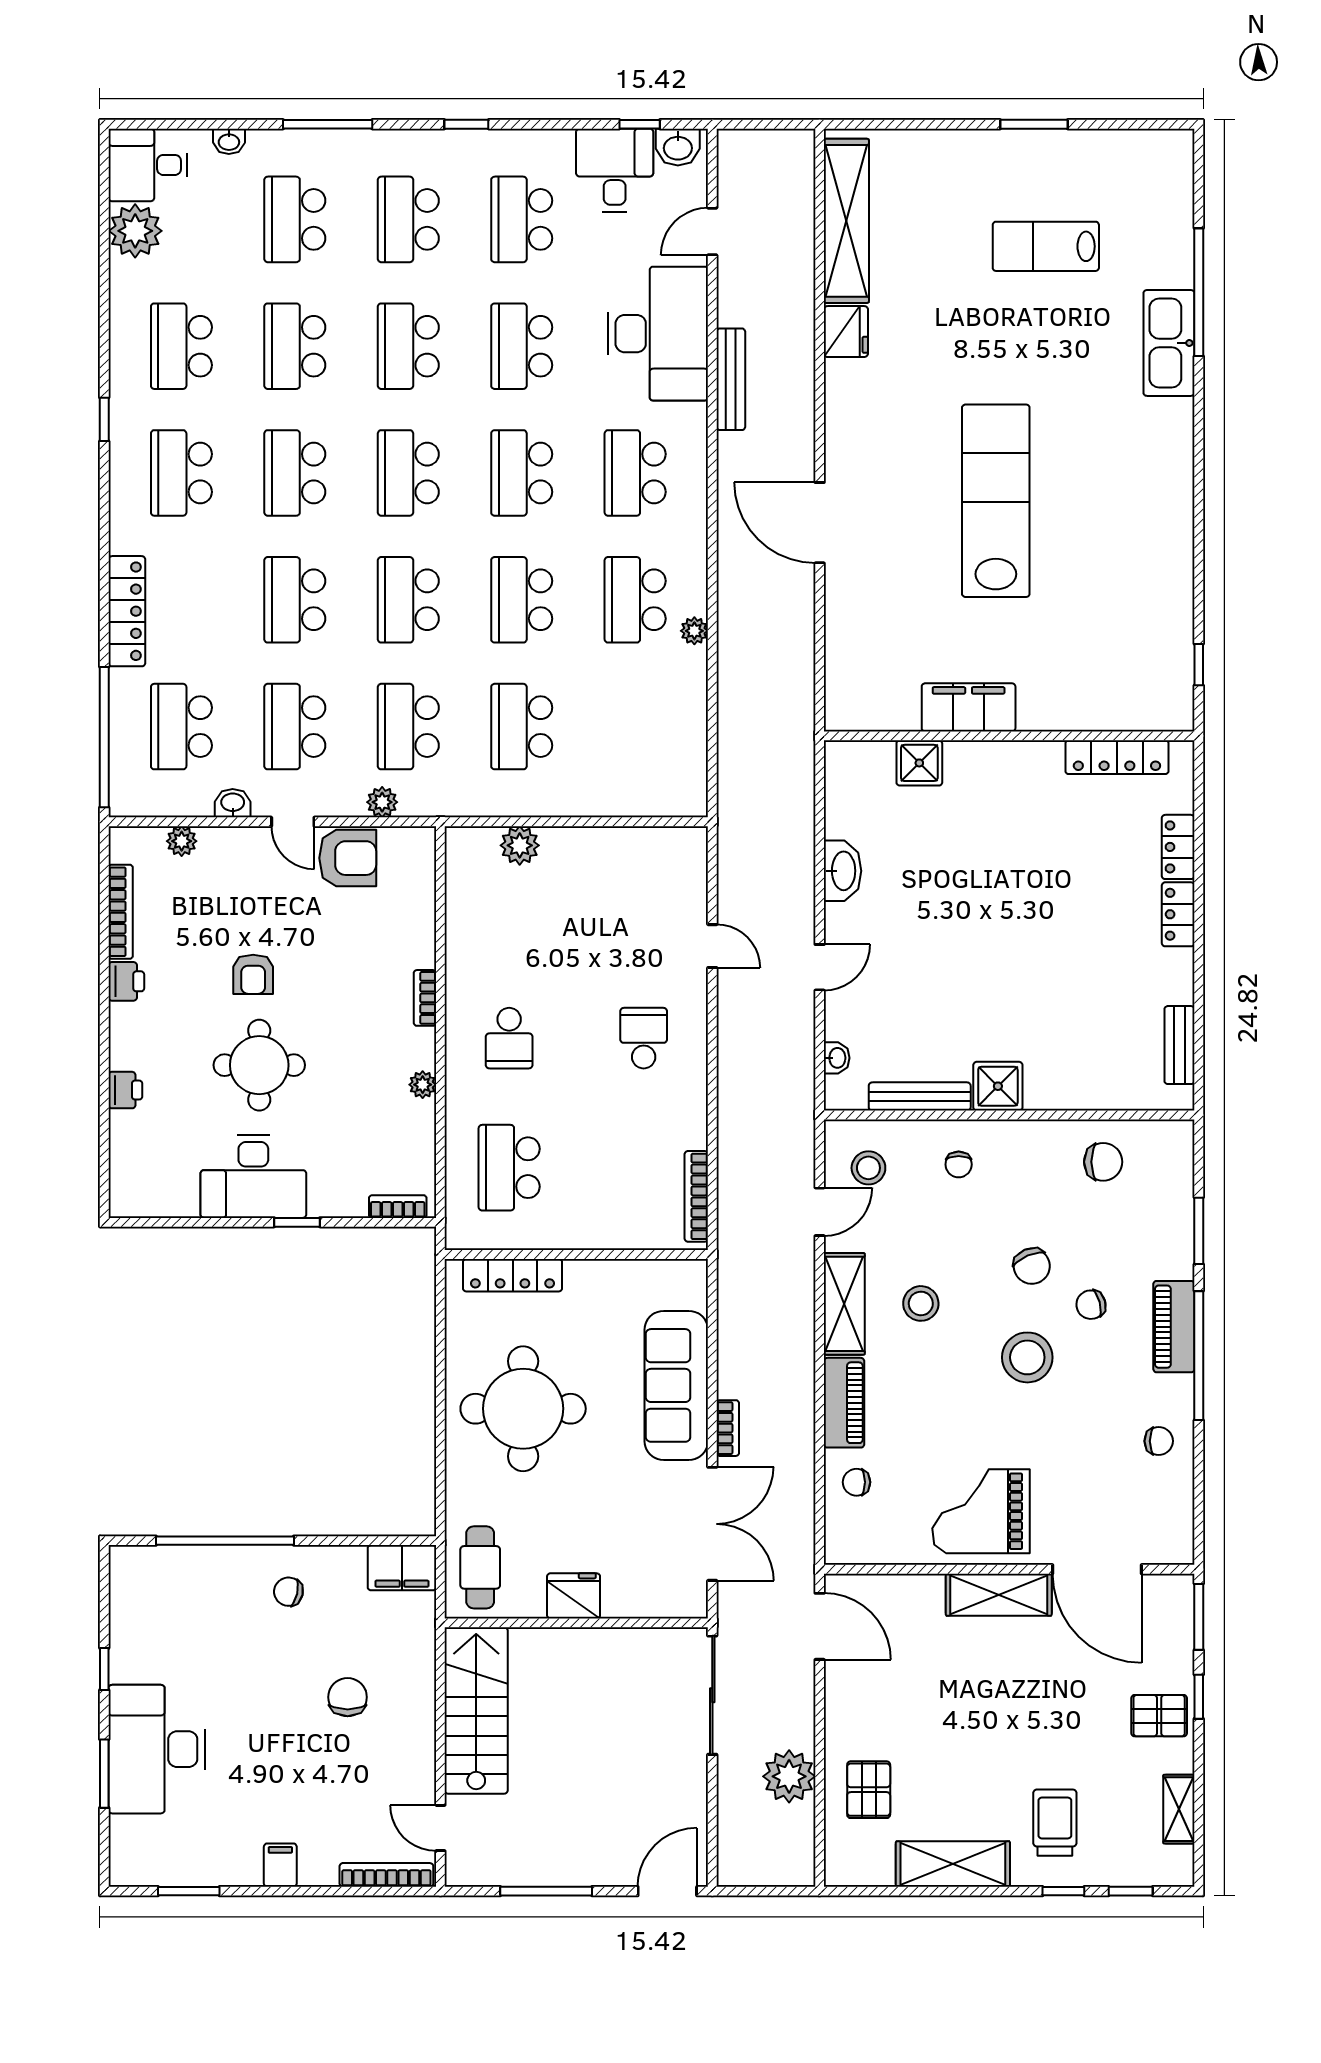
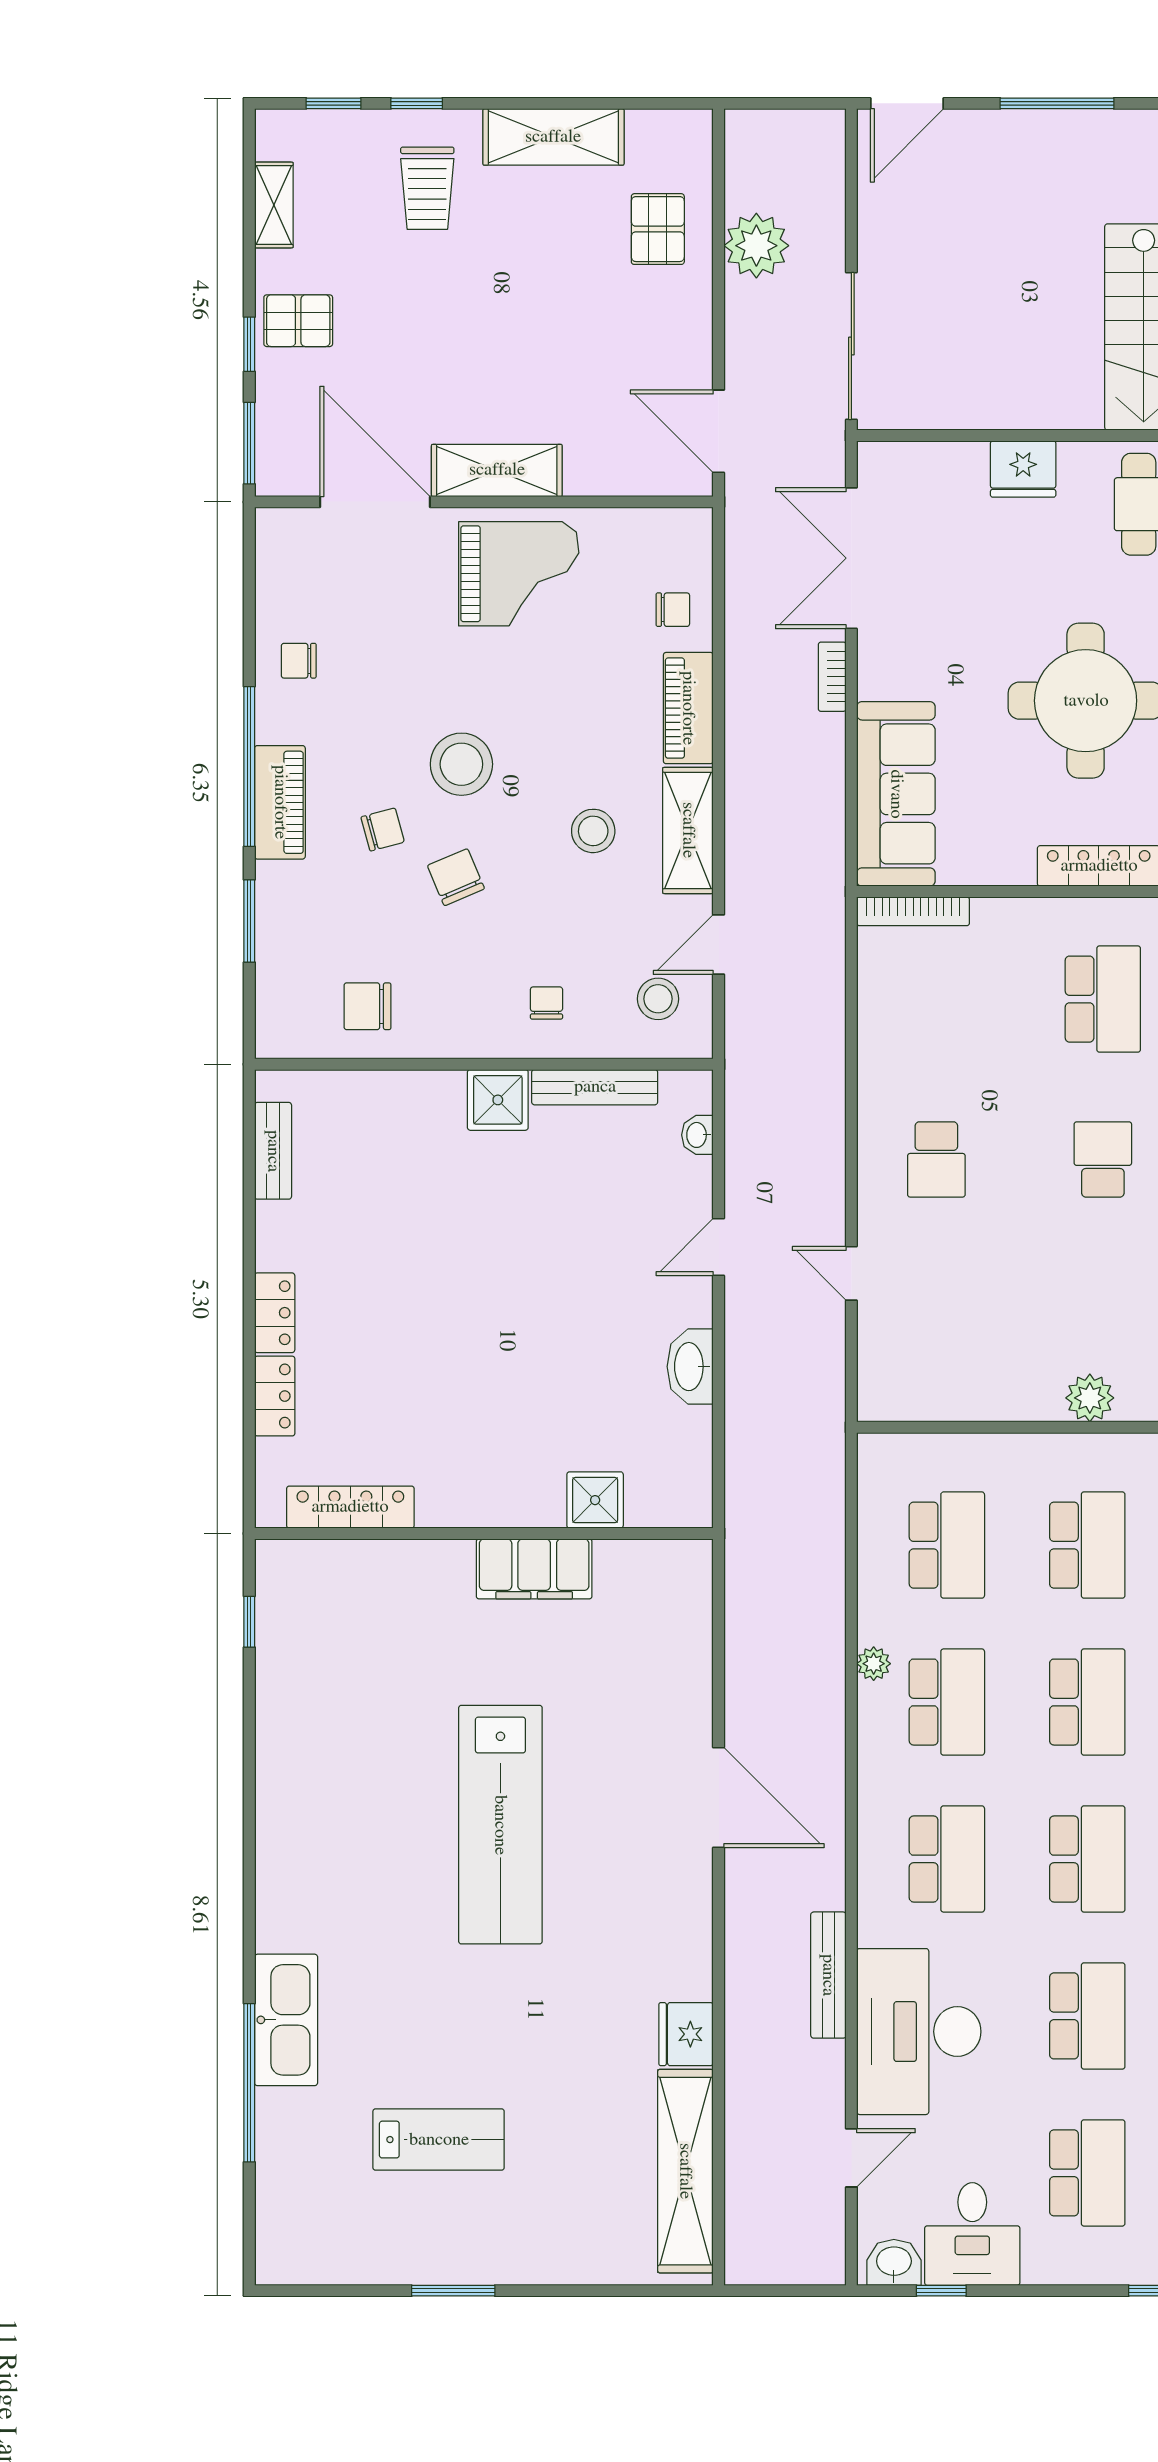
school desk: (635, 727) -> (947, 1545), added
bookcase: (696, 1196) -> (913, 911), moved, turned 90
sofa: (676, 1385) -> (896, 794), moved

